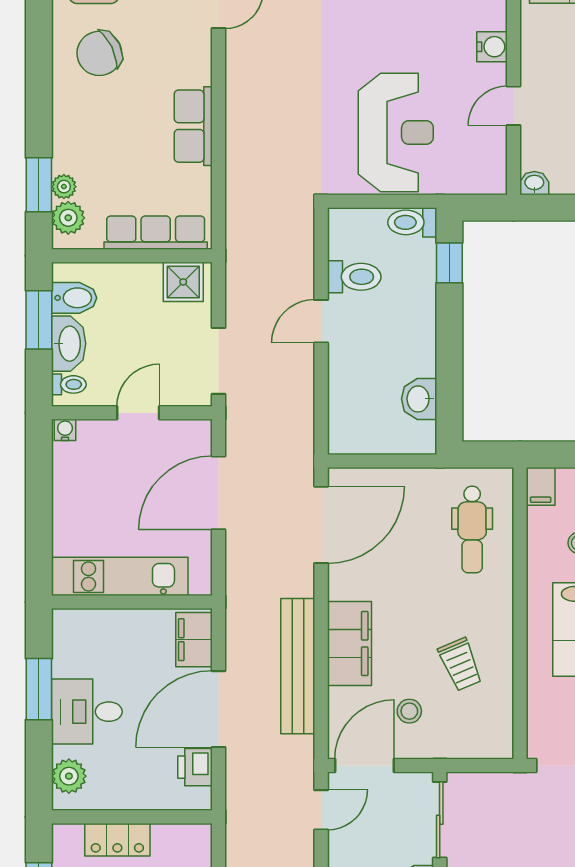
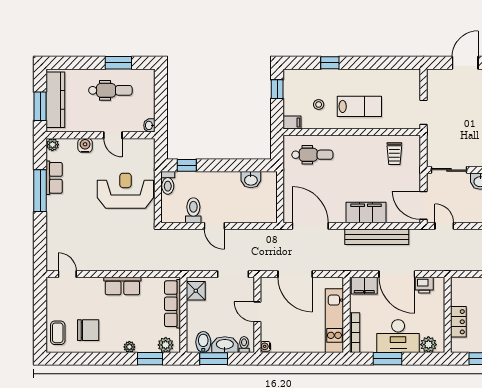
chair: (99, 53) -> (88, 330), turned -64
plant: (64, 187) -> (129, 347), moved
bookcase: (94, 619) -> (355, 333), added
trolley: (460, 664) -> (394, 154), moved, turned 113
stool: (409, 711) -> (398, 184), removed
desk: (87, 712) -> (398, 336), width x1.37

